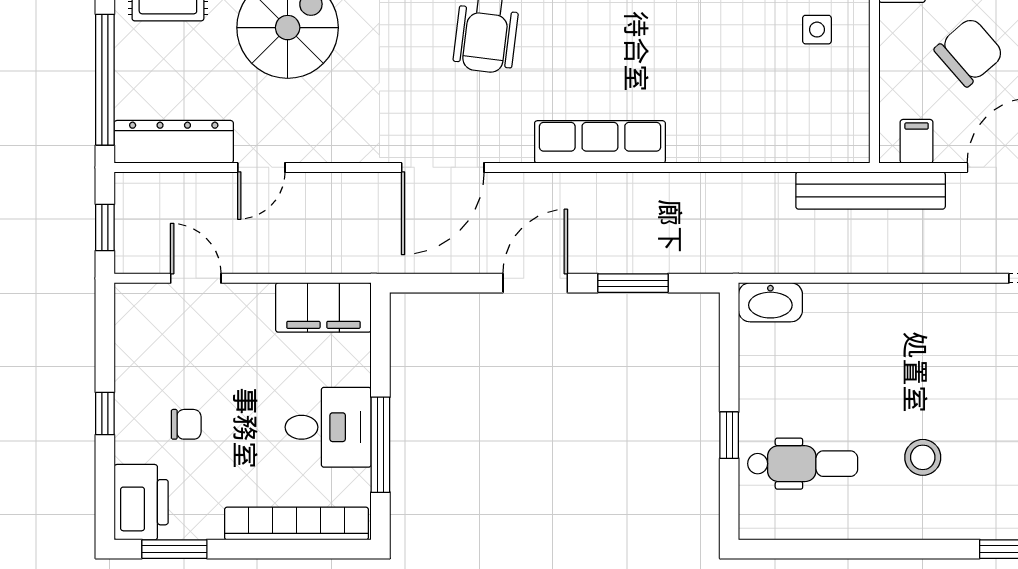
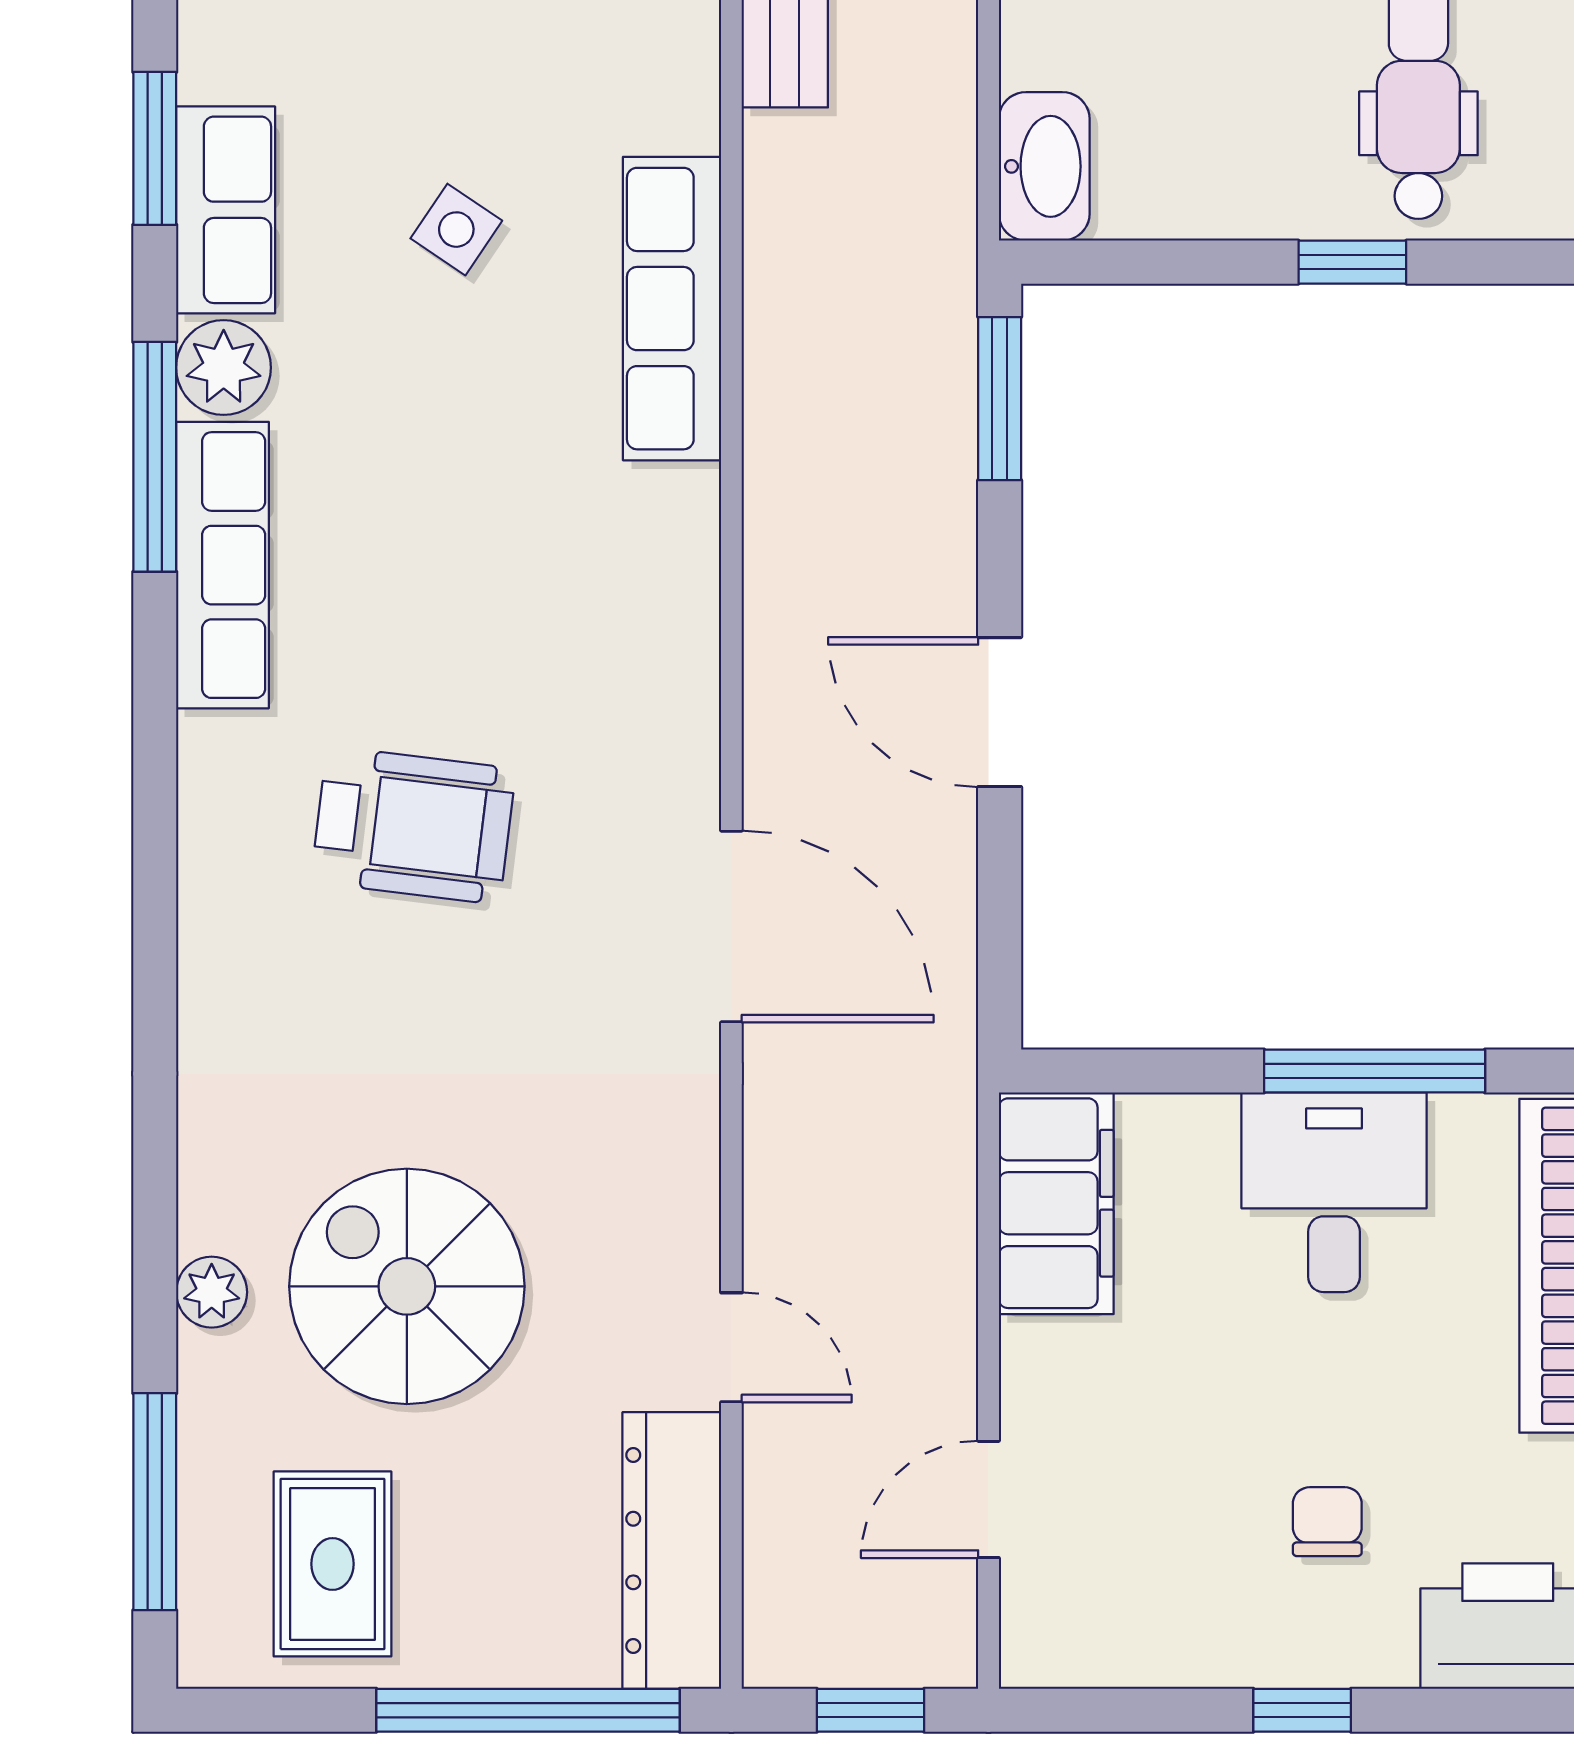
side table: (817, 30) -> (456, 230), moved, turned 34
row of seats: (600, 142) -> (672, 309), moved
window: (633, 283) -> (1000, 399), moved

